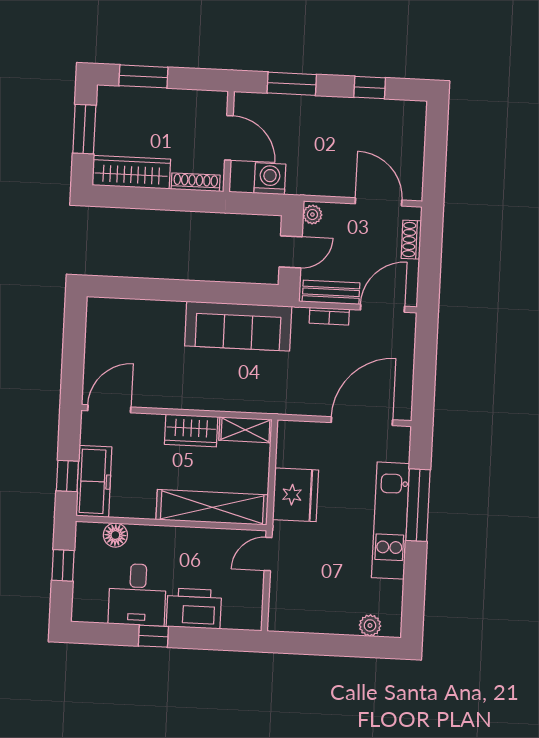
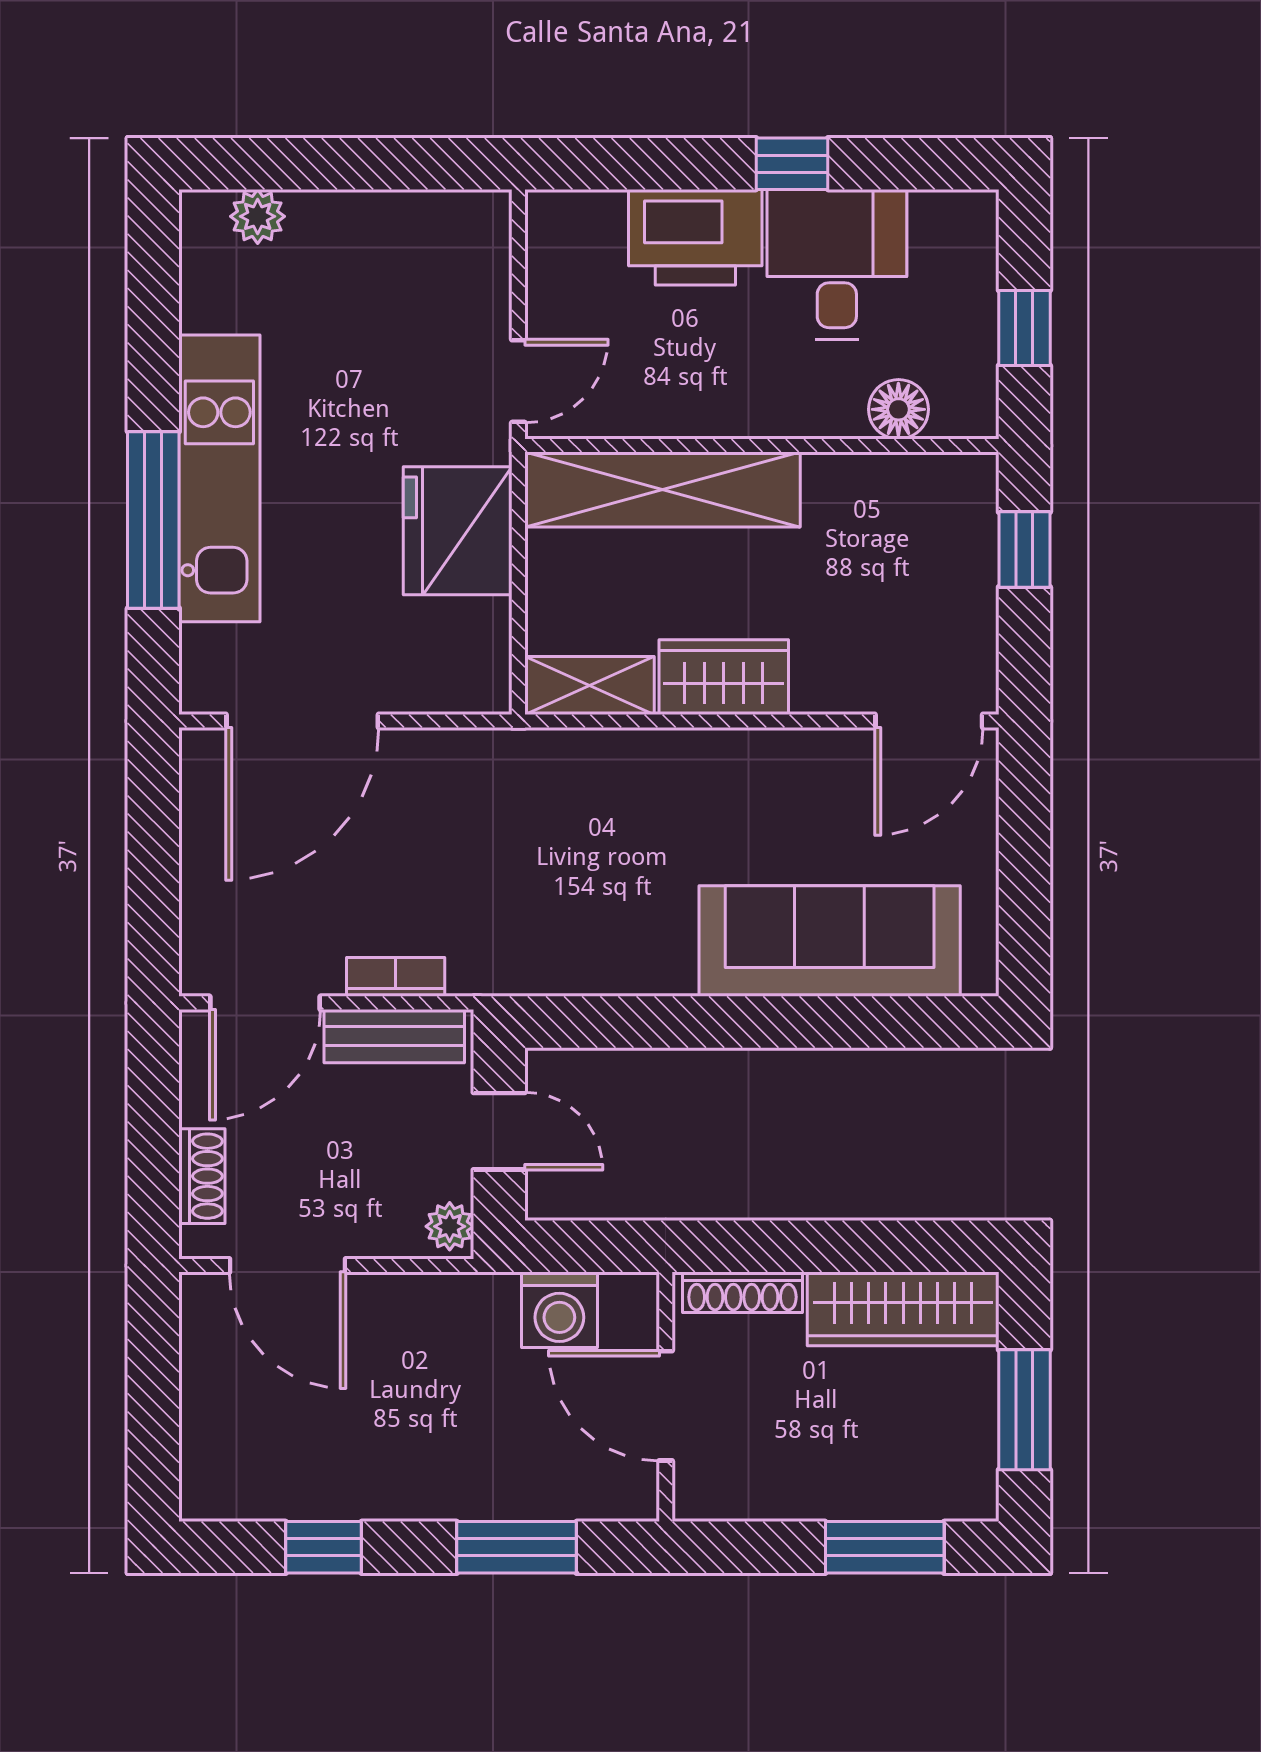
door: (291, 252) -> (499, 1131), swing flipped
sofa: (238, 326) -> (830, 941), moved
freezer: (94, 481) -> (958, 539), removed

